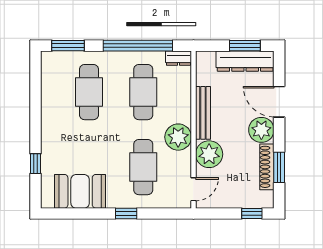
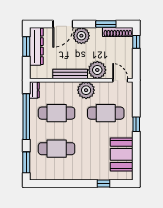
shoe rack: (267, 167) -> (118, 32), moved

